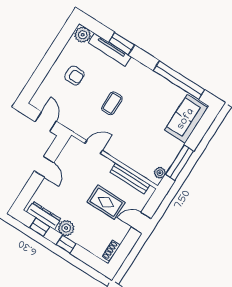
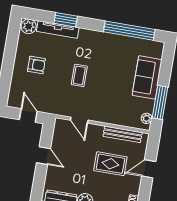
sofa: (186, 119) -> (147, 77), moved
door: (94, 147) -> (79, 120), swing flipped

